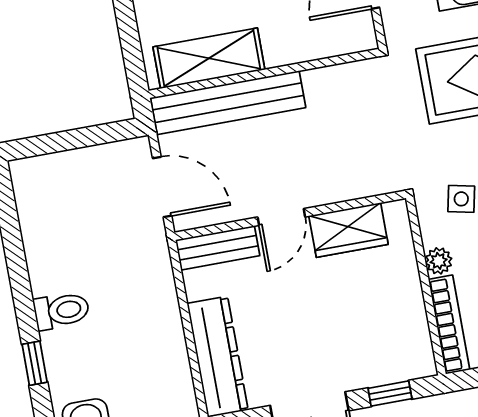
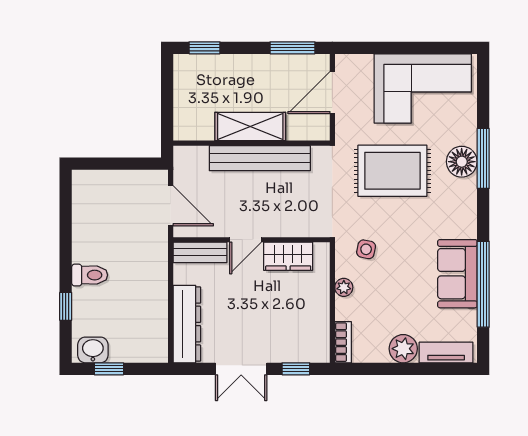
shelving: (209, 58) -> (250, 127), moved
bench: (228, 103) -> (260, 158), moved
bookcase: (449, 325) -> (343, 342), width x0.64

